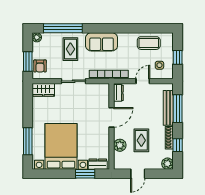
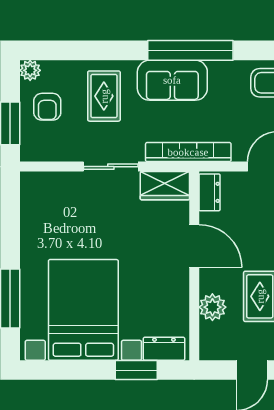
window: (63, 28) -> (190, 50), moved
armchair: (40, 66) -> (47, 107), moved
wardrobe: (43, 90) -> (165, 186), moved
door: (111, 117) -> (194, 246), hinge flipped

